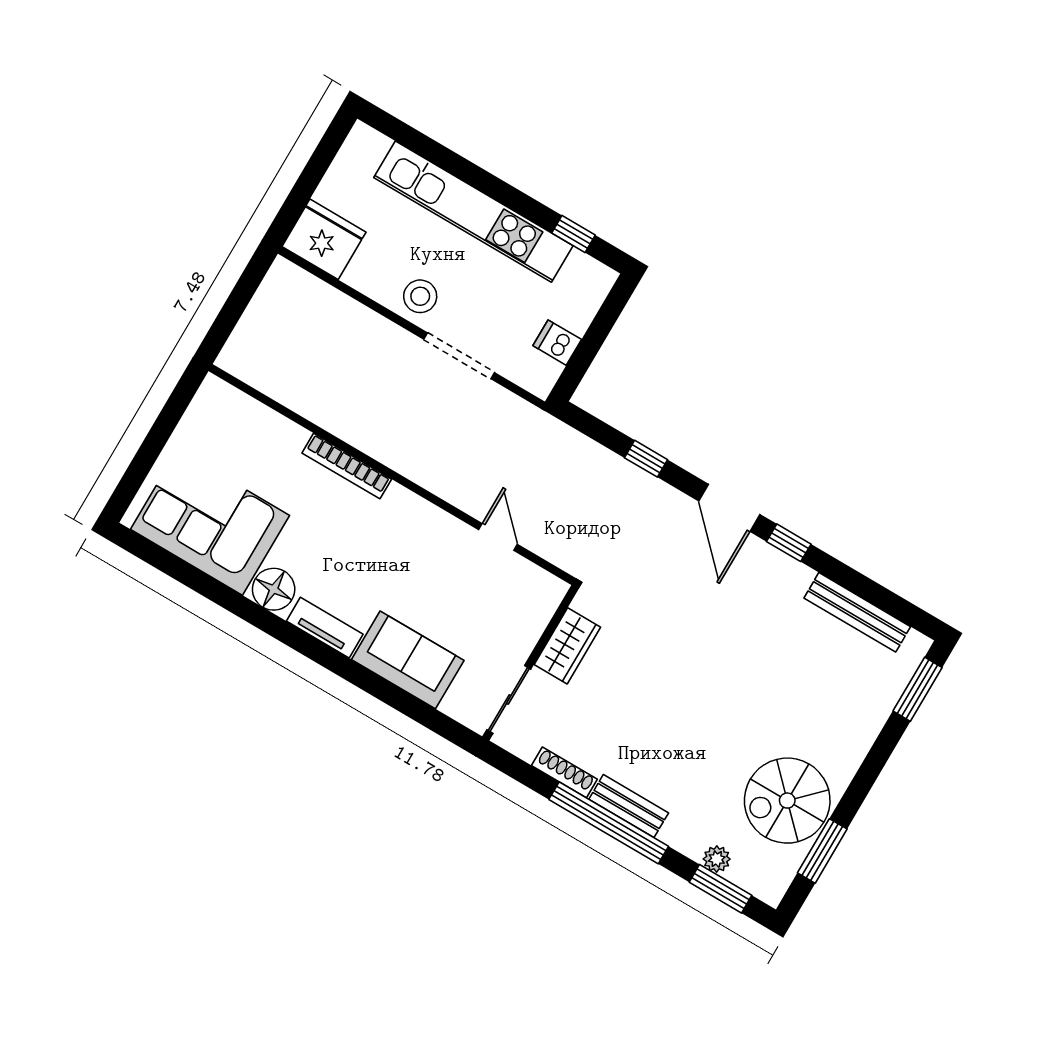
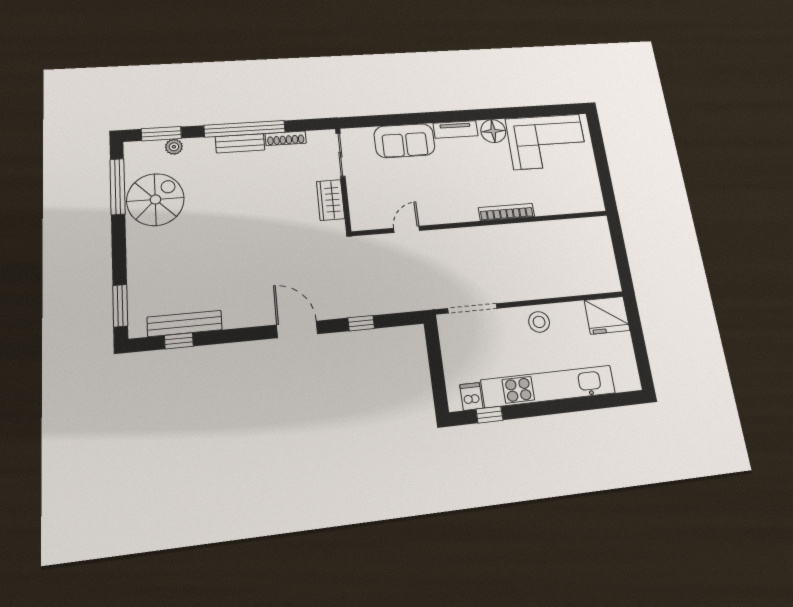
dishwasher: (557, 343) -> (471, 396), moved, turned -90
doorway: (459, 356) -> (473, 308), moved
door: (498, 537) -> (407, 229), swing flipped
window: (789, 543) -> (179, 341), moved
window: (822, 851) -> (118, 187), width x1.44

